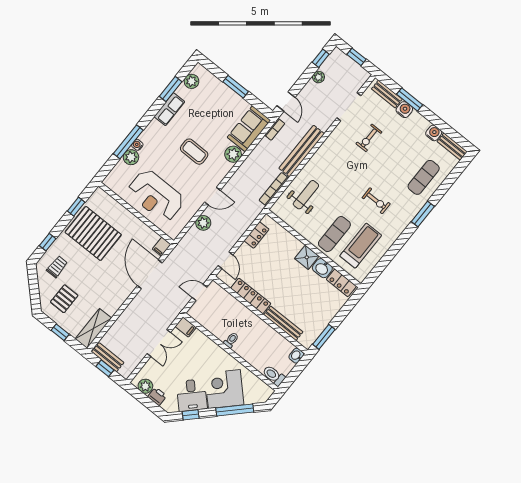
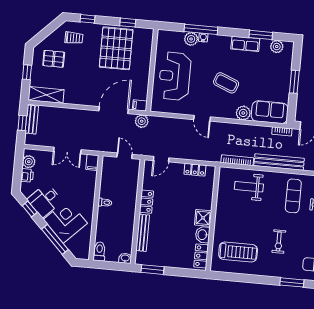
coffee table: (194, 152) -> (226, 83), turned -68
weight bench: (306, 195) -> (249, 187), turned 180
plant: (203, 223) -> (142, 121), moved
exercise mat: (334, 234) -> (293, 196), moved, turned 90
locker: (251, 296) -> (146, 202), width x0.66

